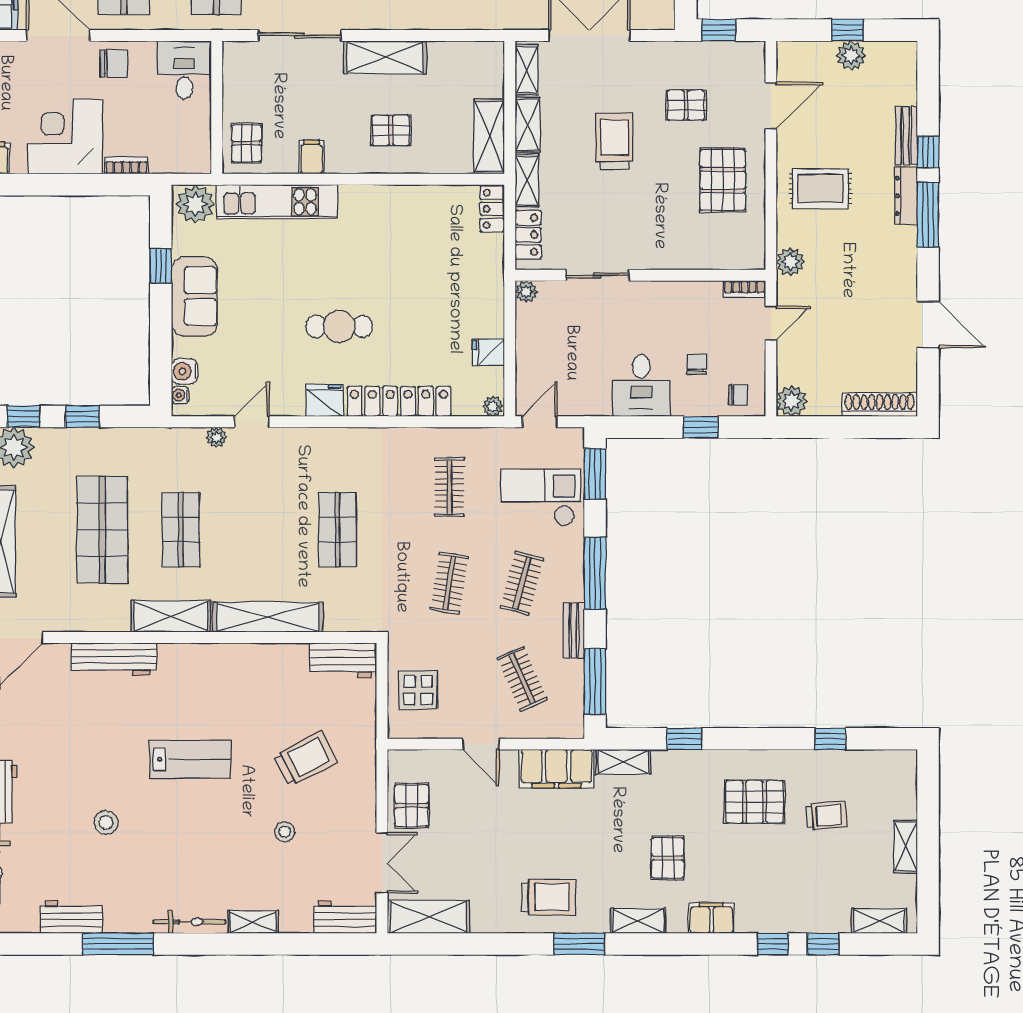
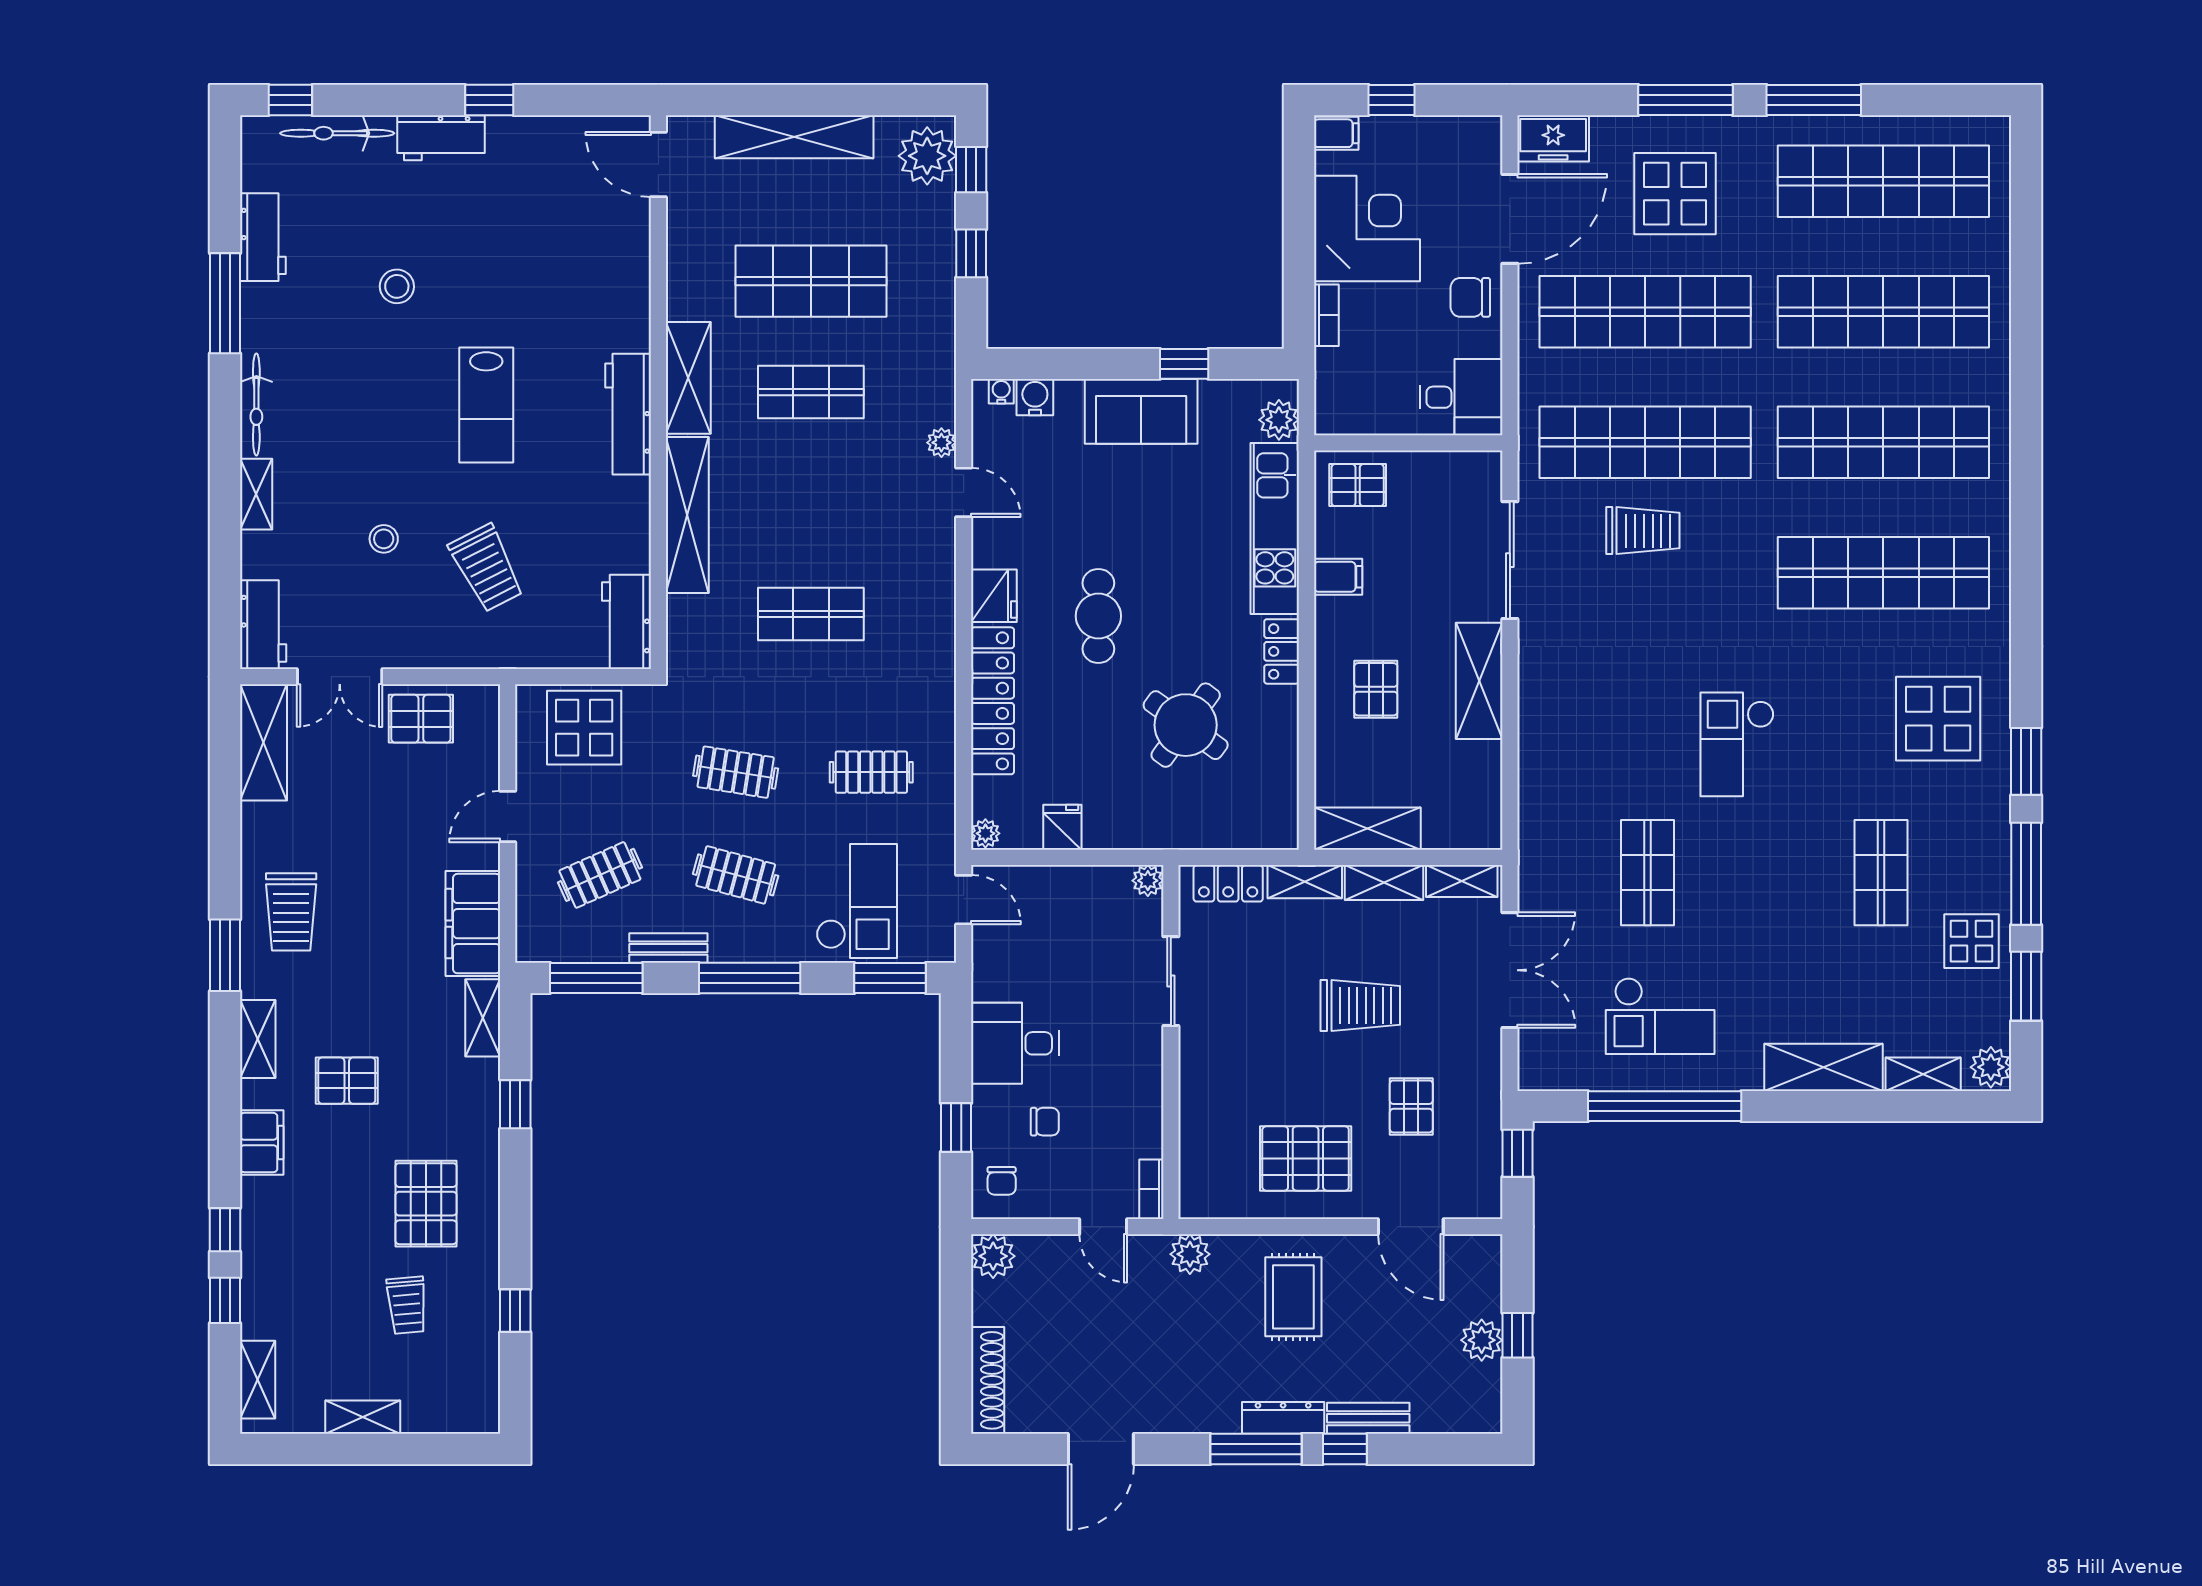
chair: (114, 63) -> (1470, 297), turned 90
plant: (195, 204) -> (1279, 420), width x0.73, depth x0.73
locker: (492, 209) -> (1282, 651), moved, turned -90
round table: (416, 265) -> (1186, 725), added
workbench: (114, 659) -> (628, 414), moved
display table: (418, 690) -> (584, 728), width x1.36, depth x1.36

